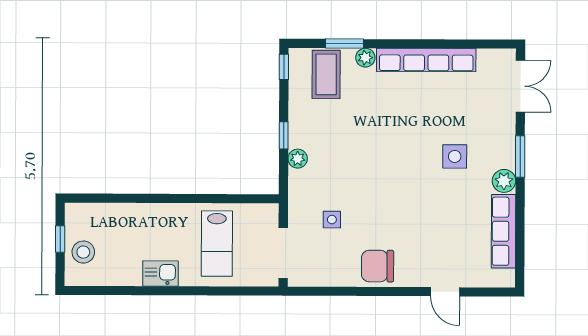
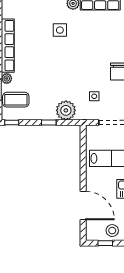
plant: (298, 159) -> (66, 110), width x1.88, depth x1.88
door: (130, 198) -> (83, 206), added

